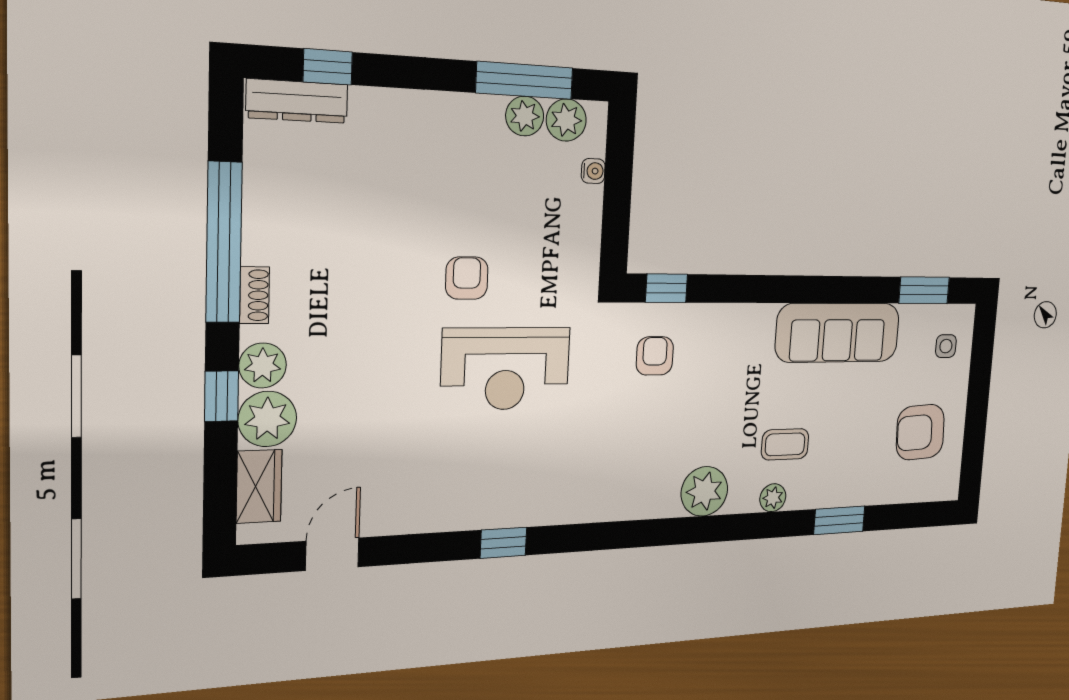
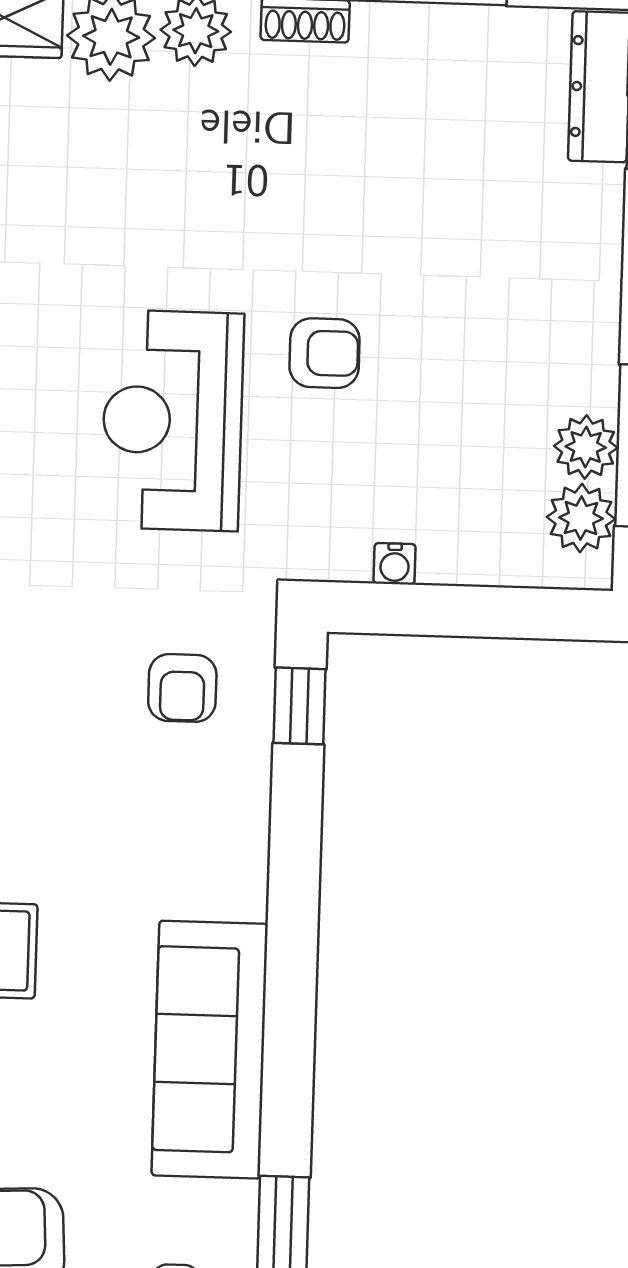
water cooler: (593, 171) -> (395, 564), moved
armchair: (655, 356) -> (182, 688), turned 90

